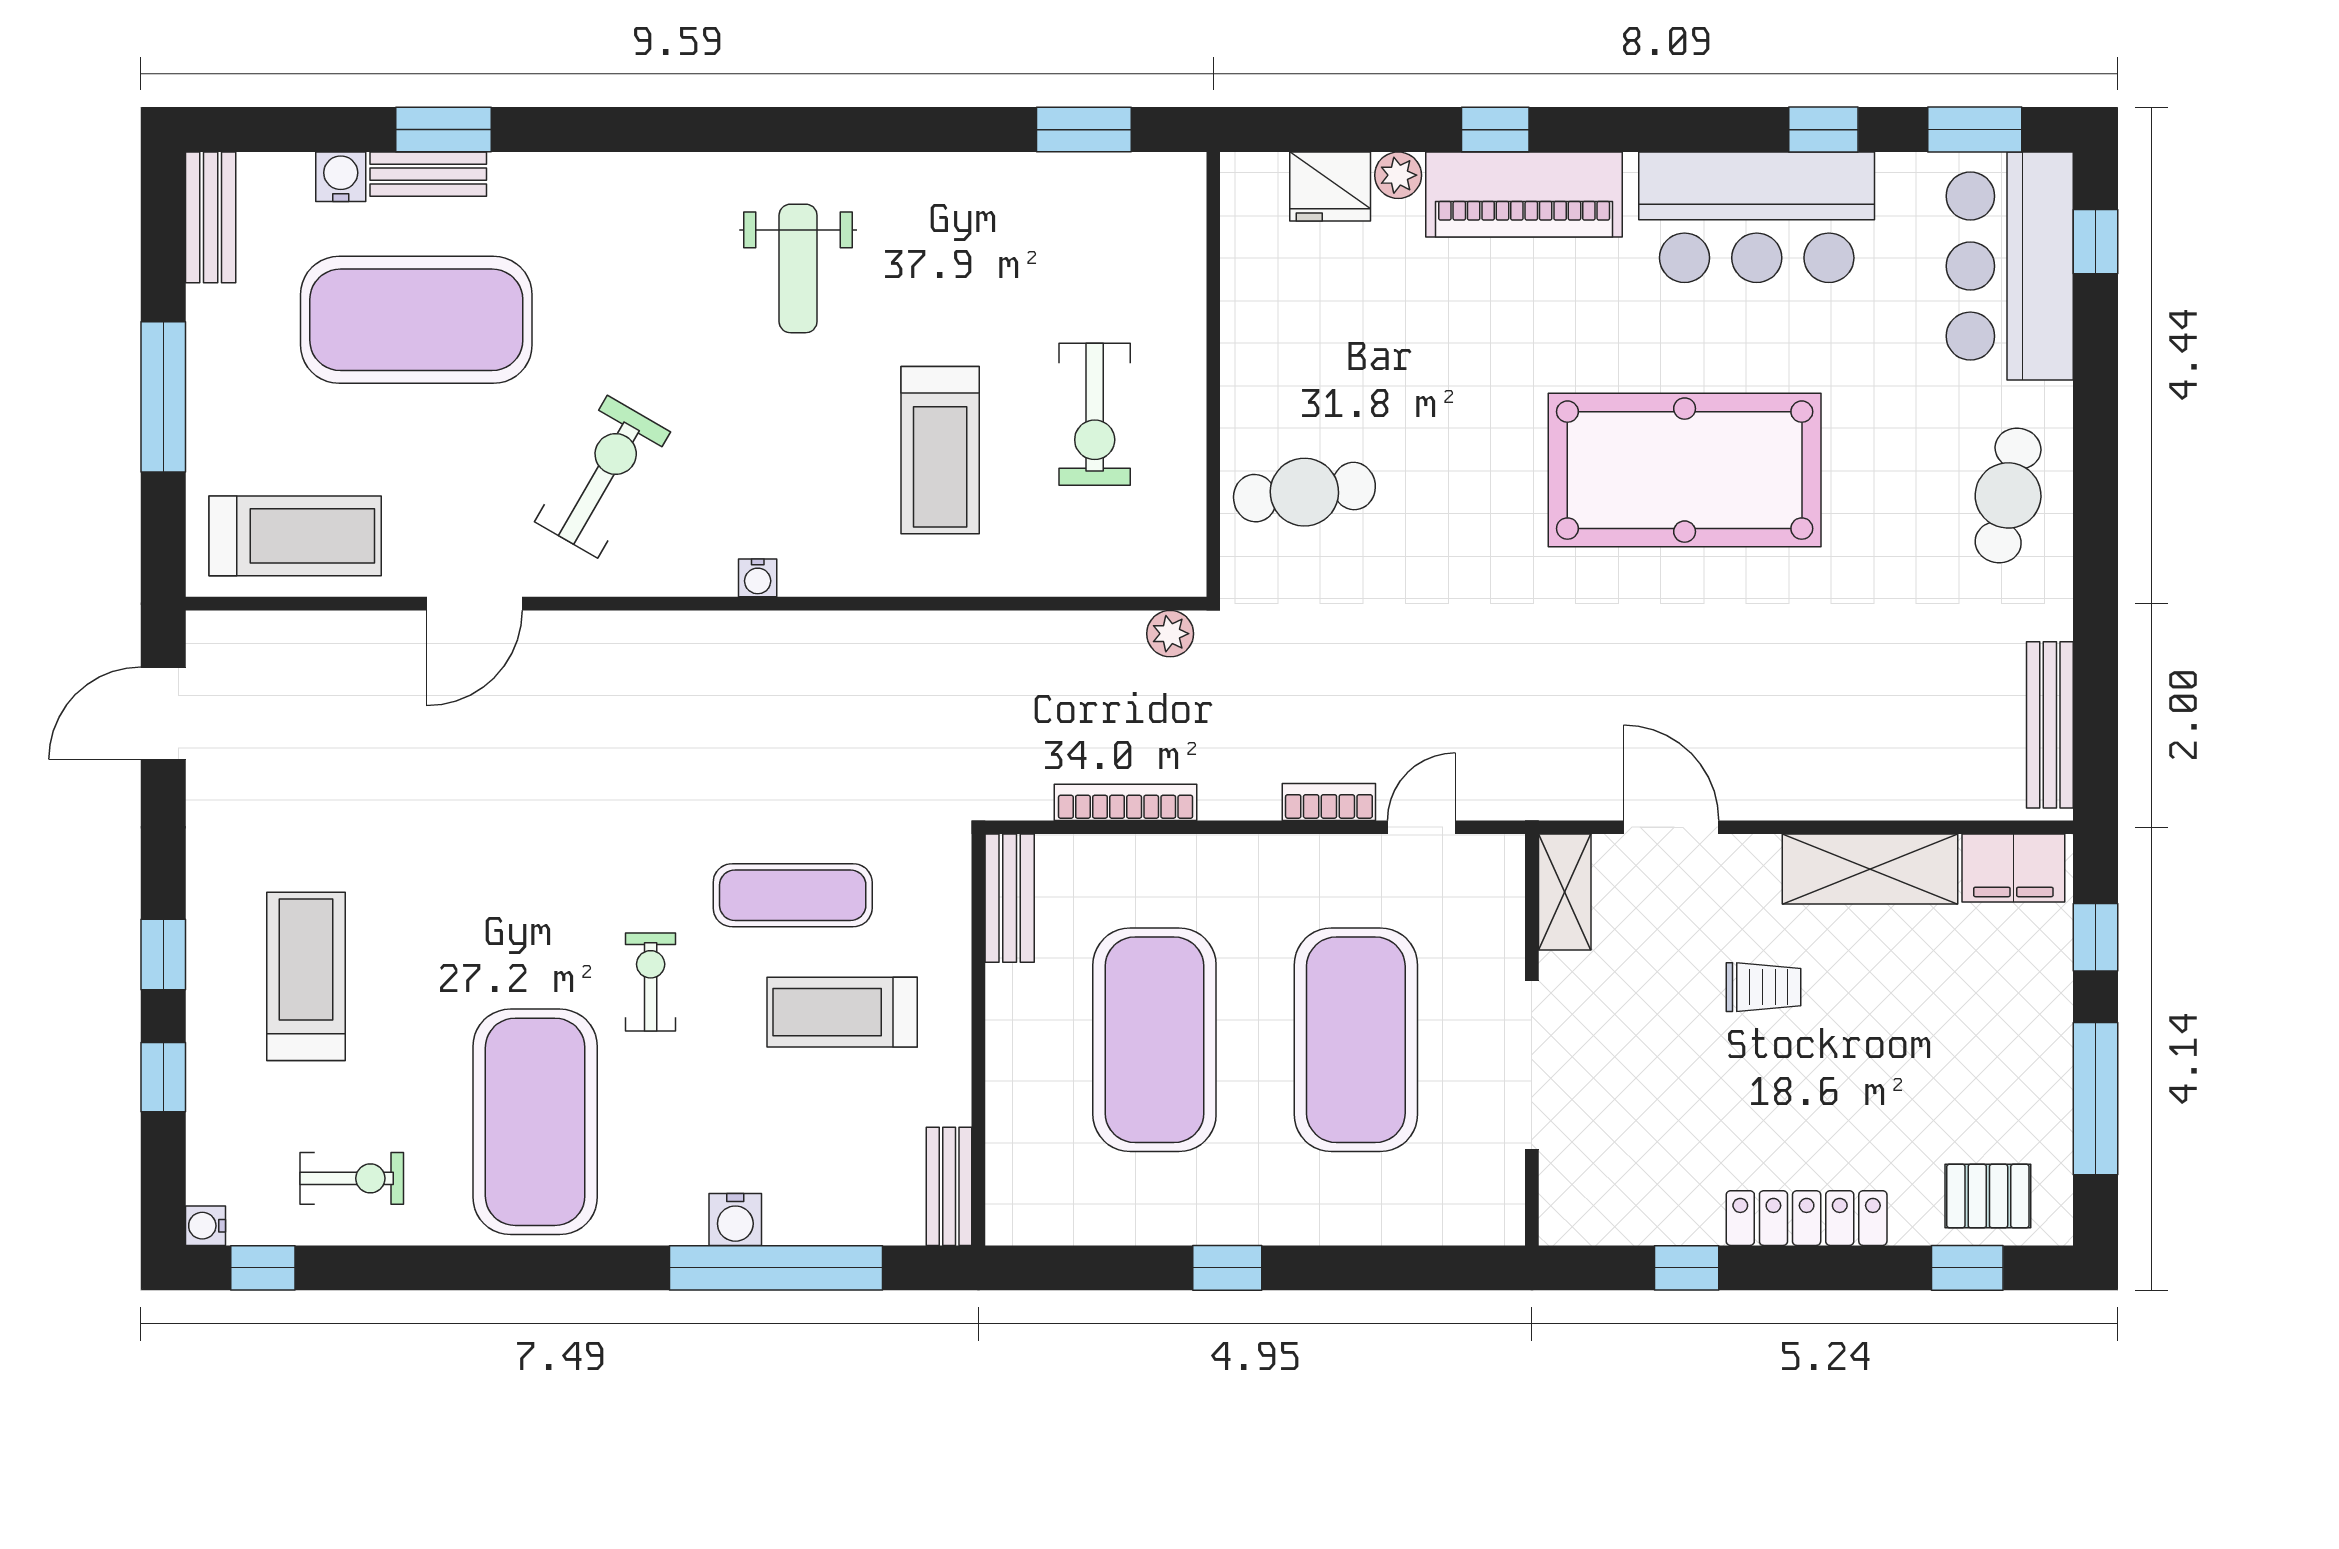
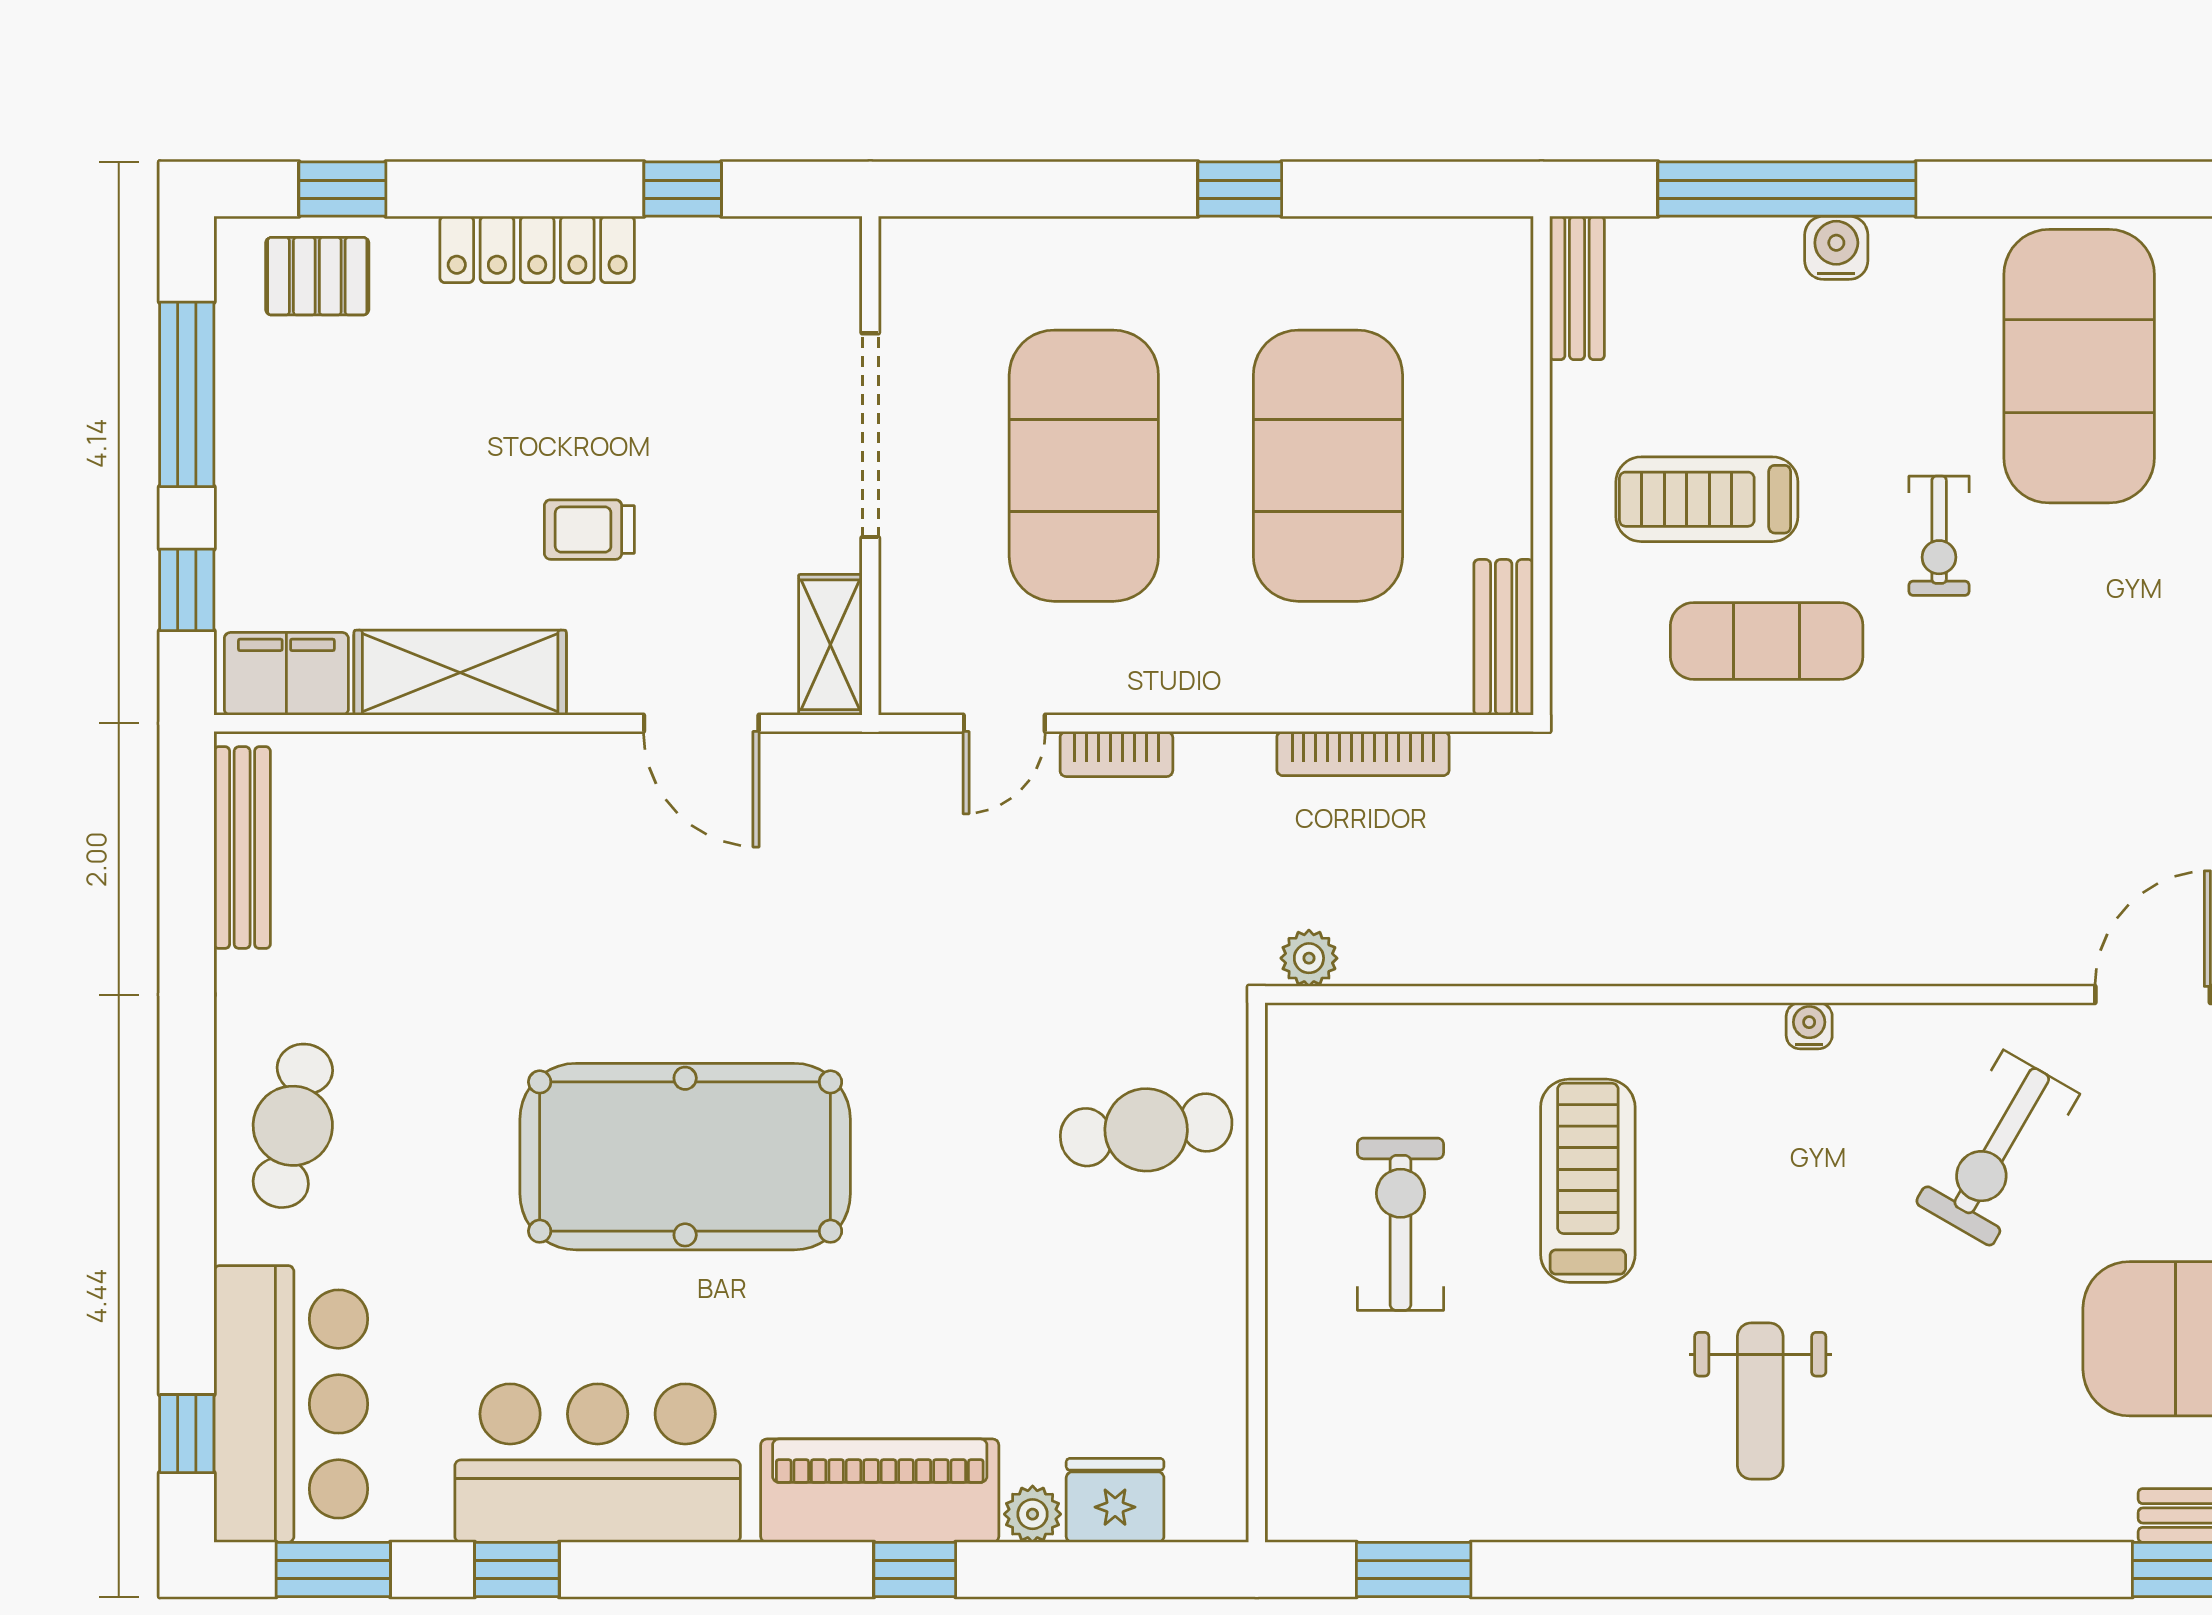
weight bench: (798, 268) -> (1760, 1401), turned 180
treadmill: (842, 1012) -> (1707, 499), turned 180

